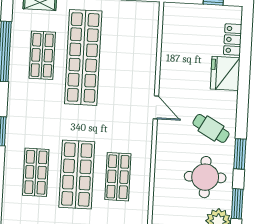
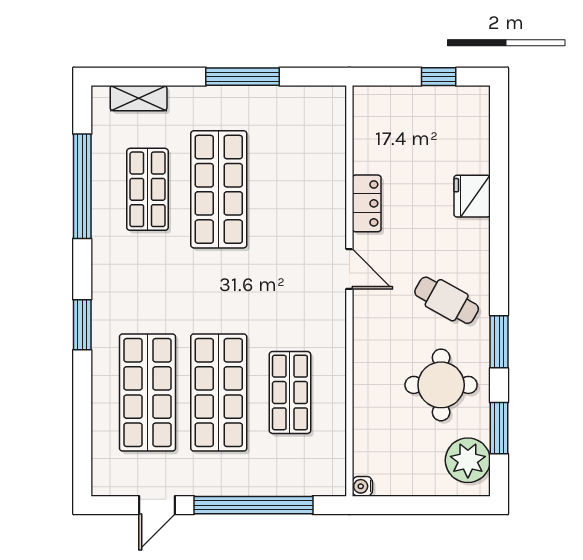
locker: (233, 40) -> (367, 203), moved, turned 180
shop shelf: (83, 57) -> (219, 189), width x0.71
fridge: (225, 73) -> (472, 196), width x0.73, depth x0.75
shop shelf: (36, 172) -> (148, 392), width x1.43, depth x1.36

